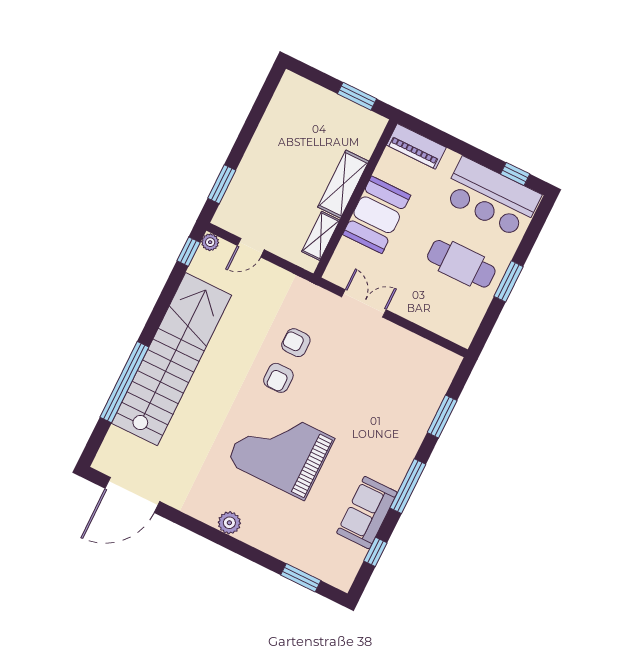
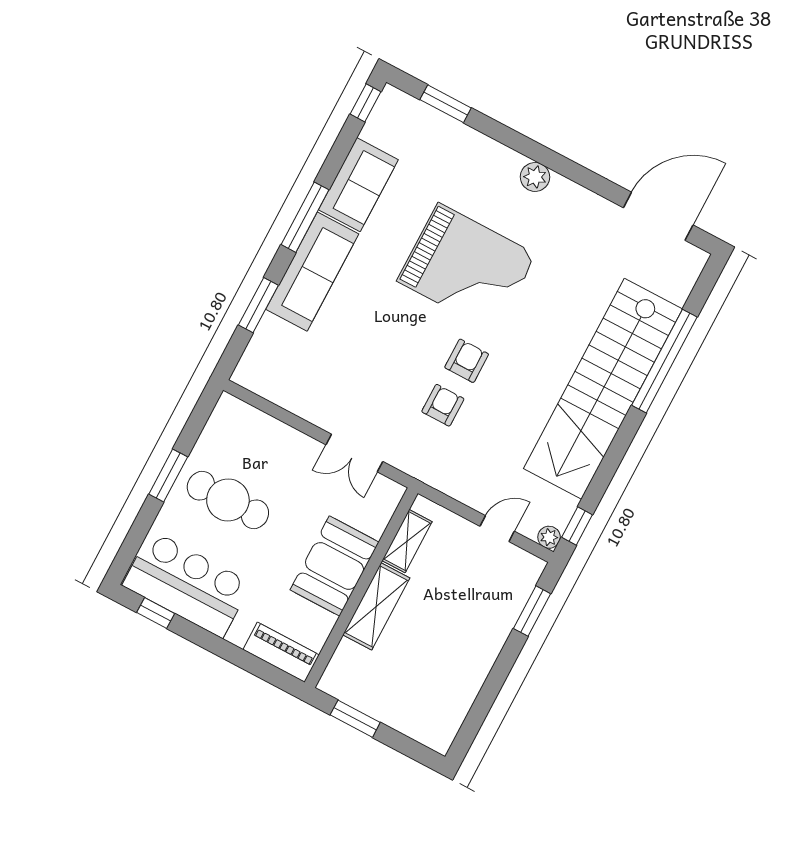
armchair: (296, 343) -> (443, 405), turned -90
sofa: (401, 444) -> (312, 272), added
window: (375, 552) -> (365, 103), moved

